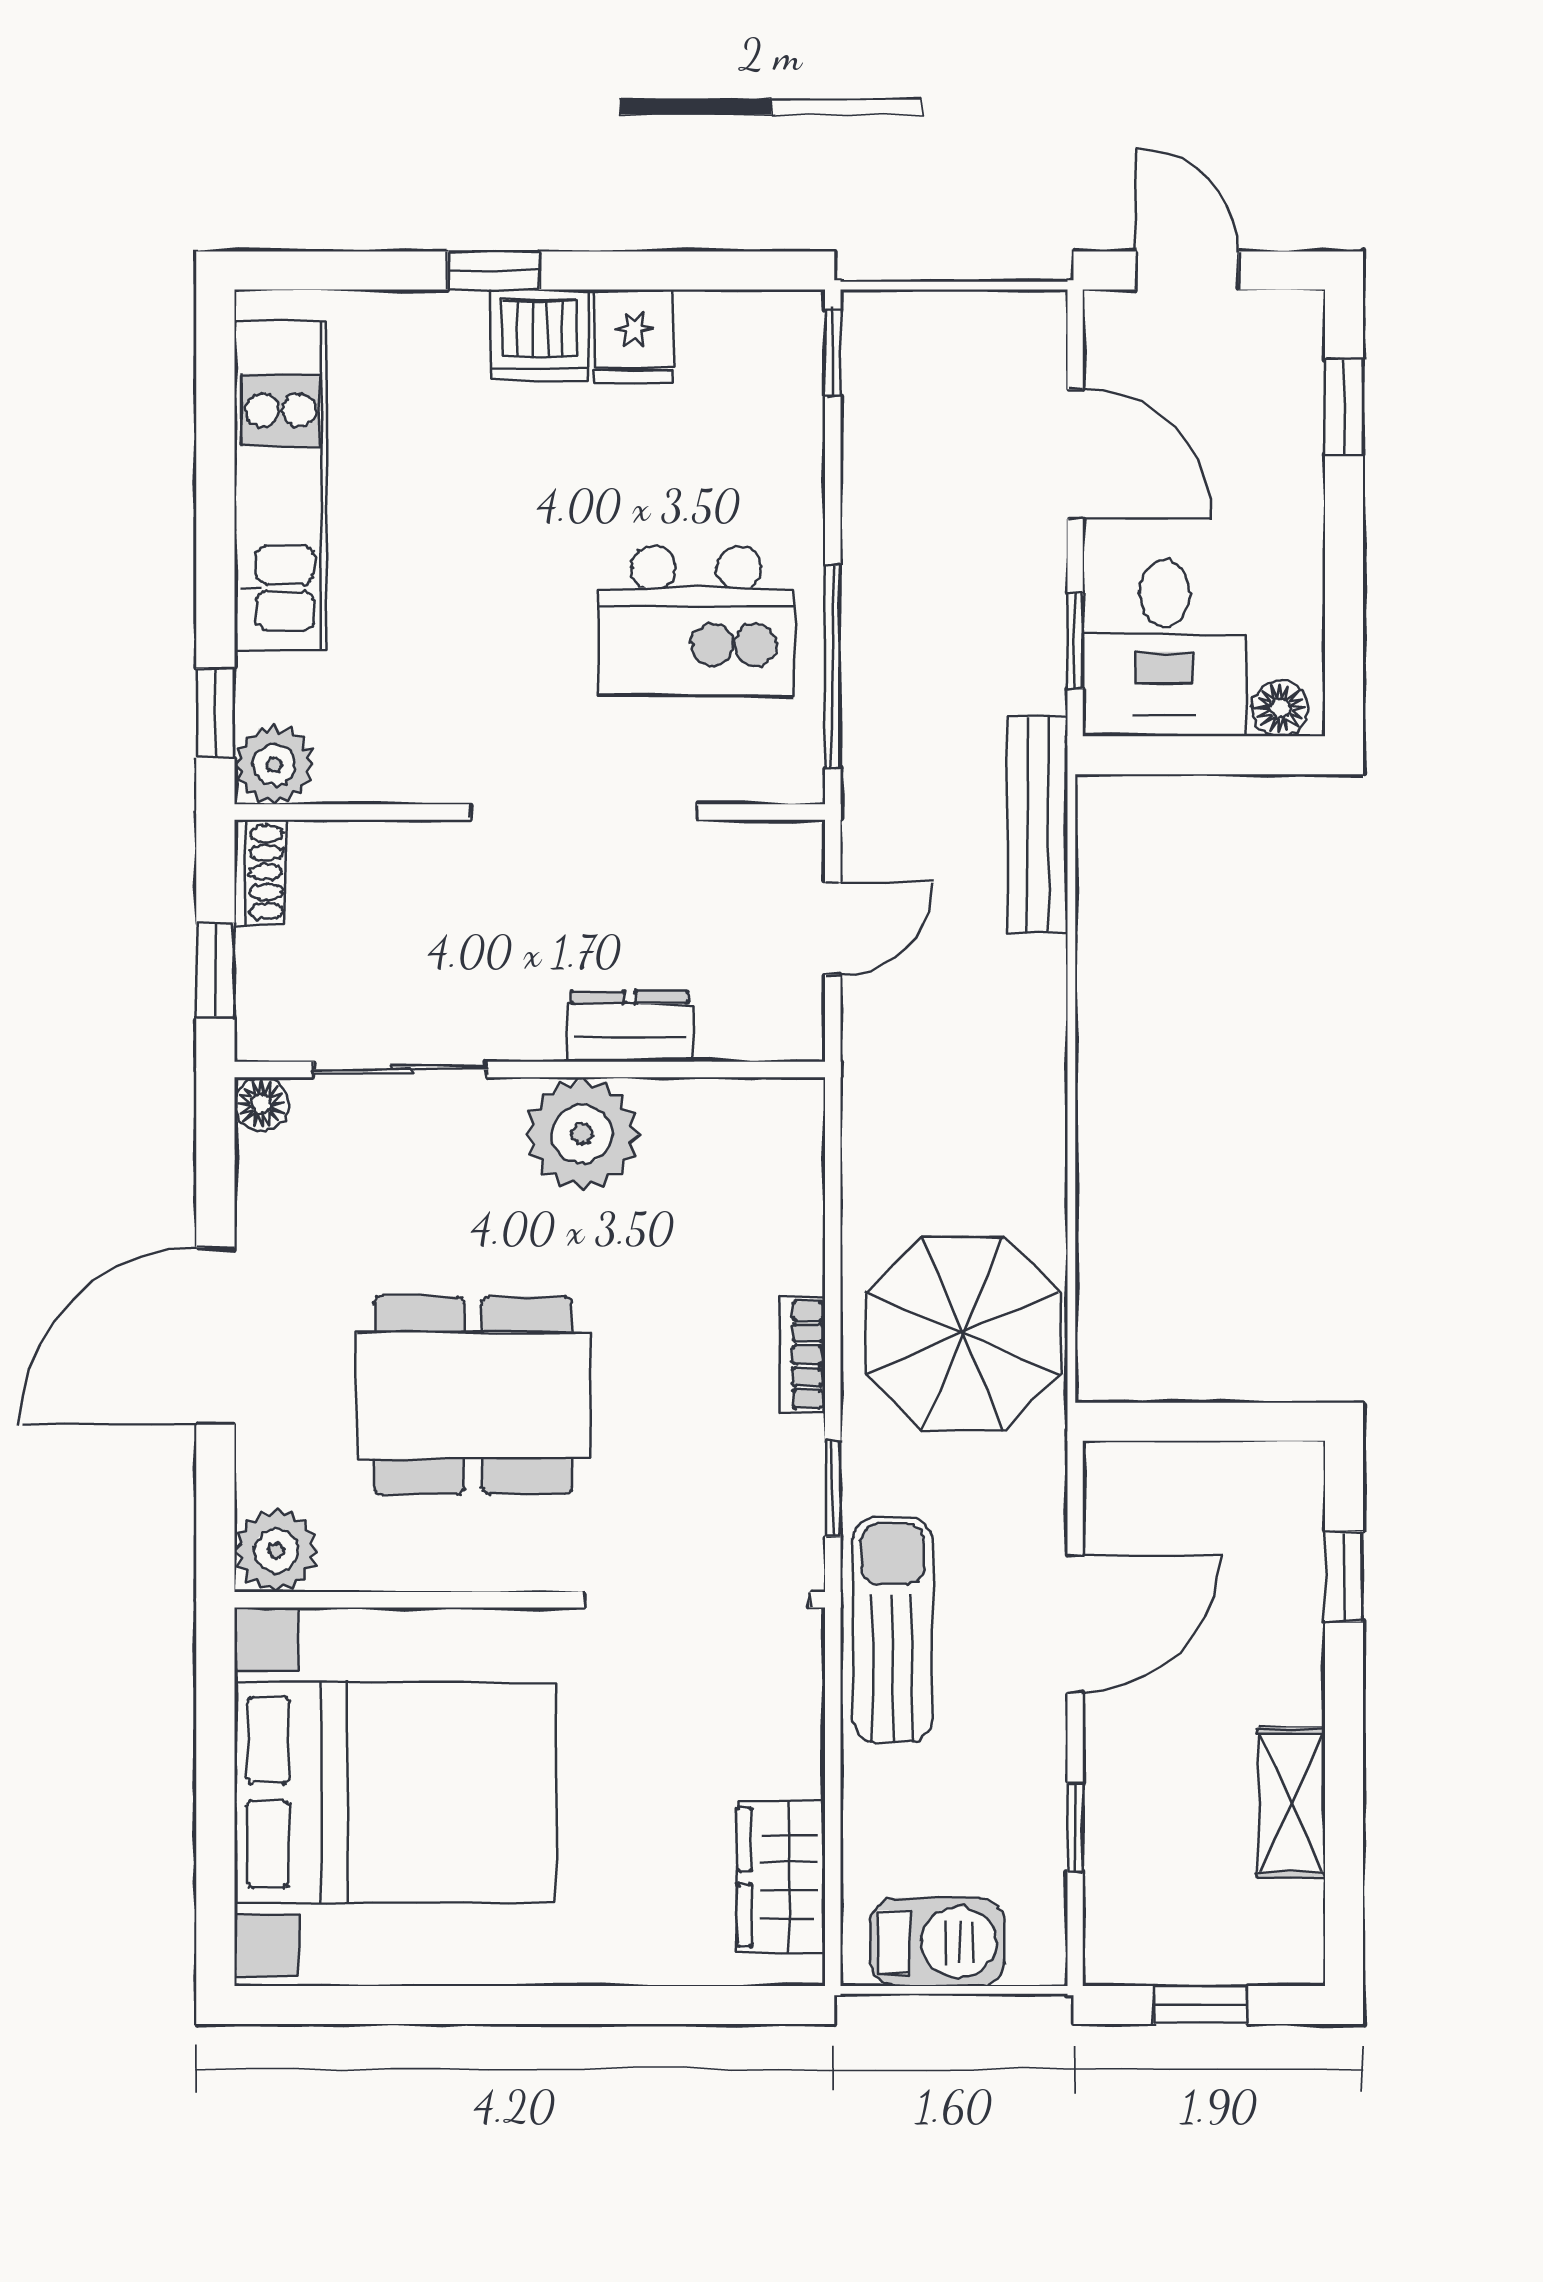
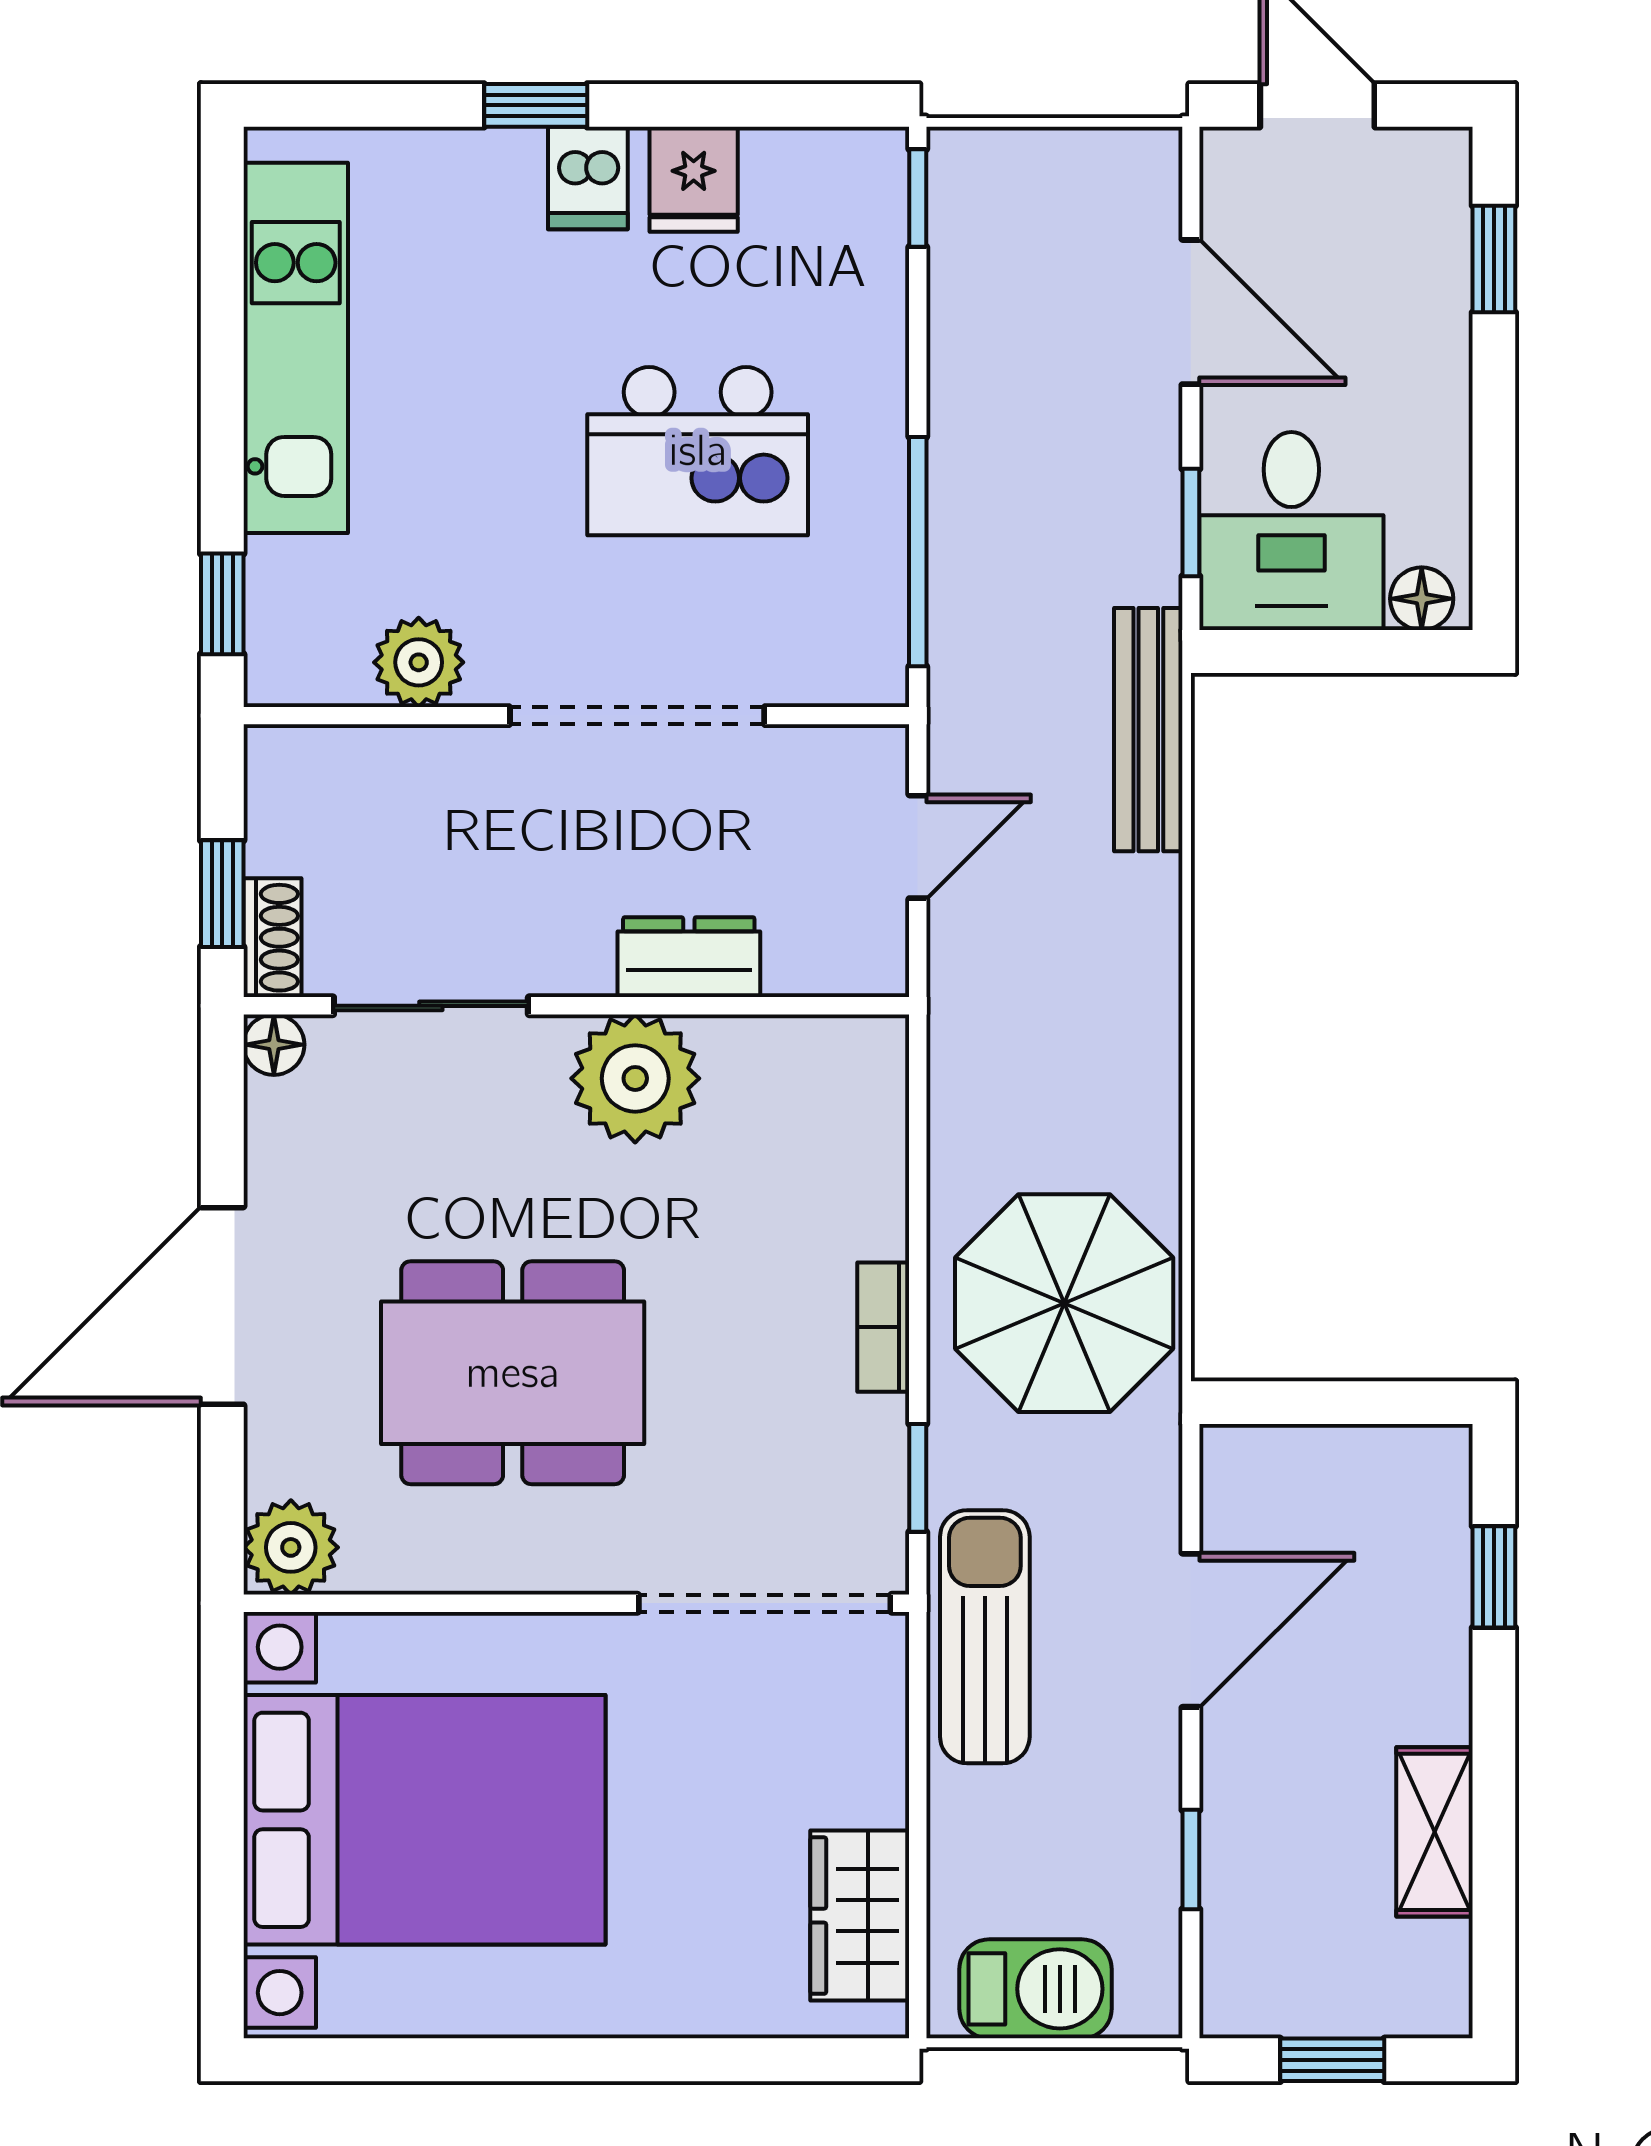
dishwasher: (540, 335) -> (588, 178), width x0.73
kitchen island: (697, 621) -> (698, 451), moved
plant: (274, 765) -> (419, 662), moved
shoe rack: (260, 872) -> (272, 938), moved

